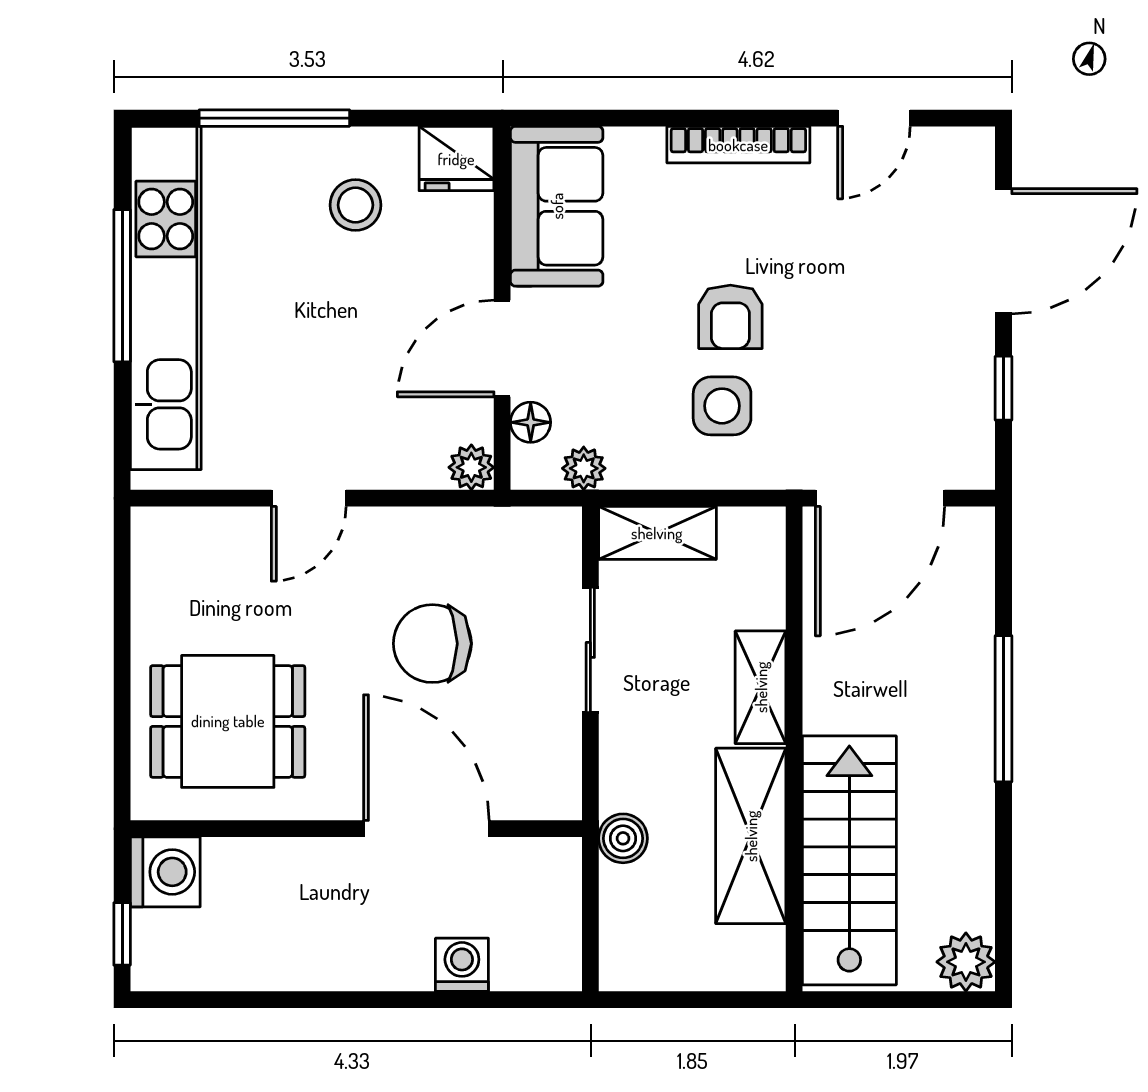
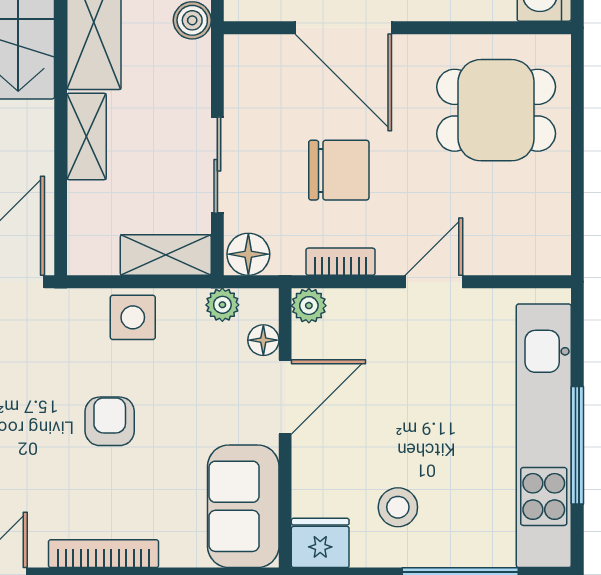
side table: (722, 406) -> (133, 317), moved
bookcase: (430, 524) -> (340, 262), added
floor lamp: (550, 534) -> (248, 254), added

